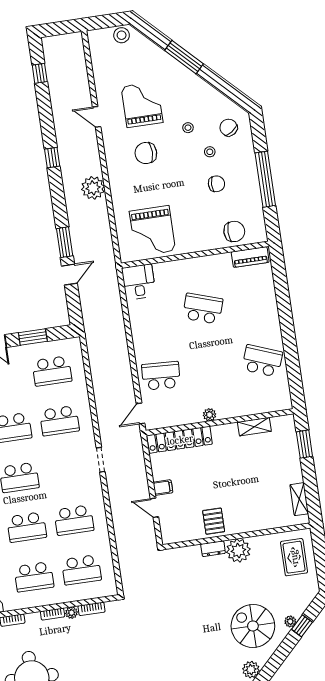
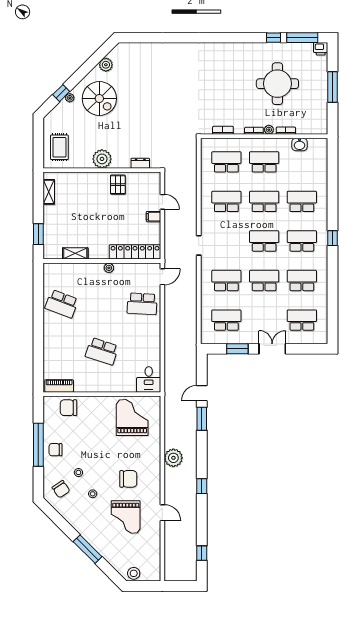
chair: (216, 184) -> (55, 450), moved
dresser: (213, 549) -> (140, 163), moved
plant: (72, 613) -> (269, 130), moved

